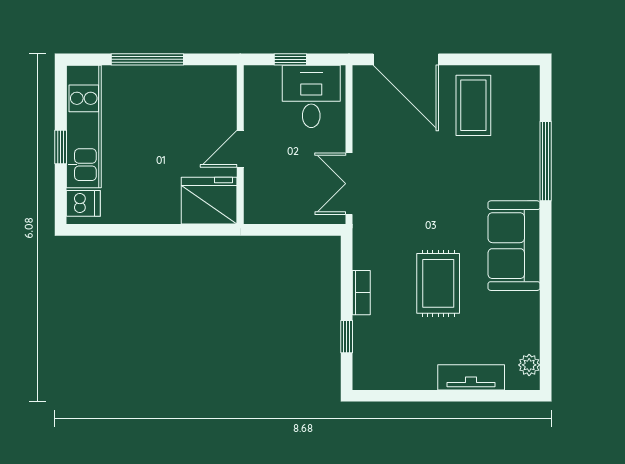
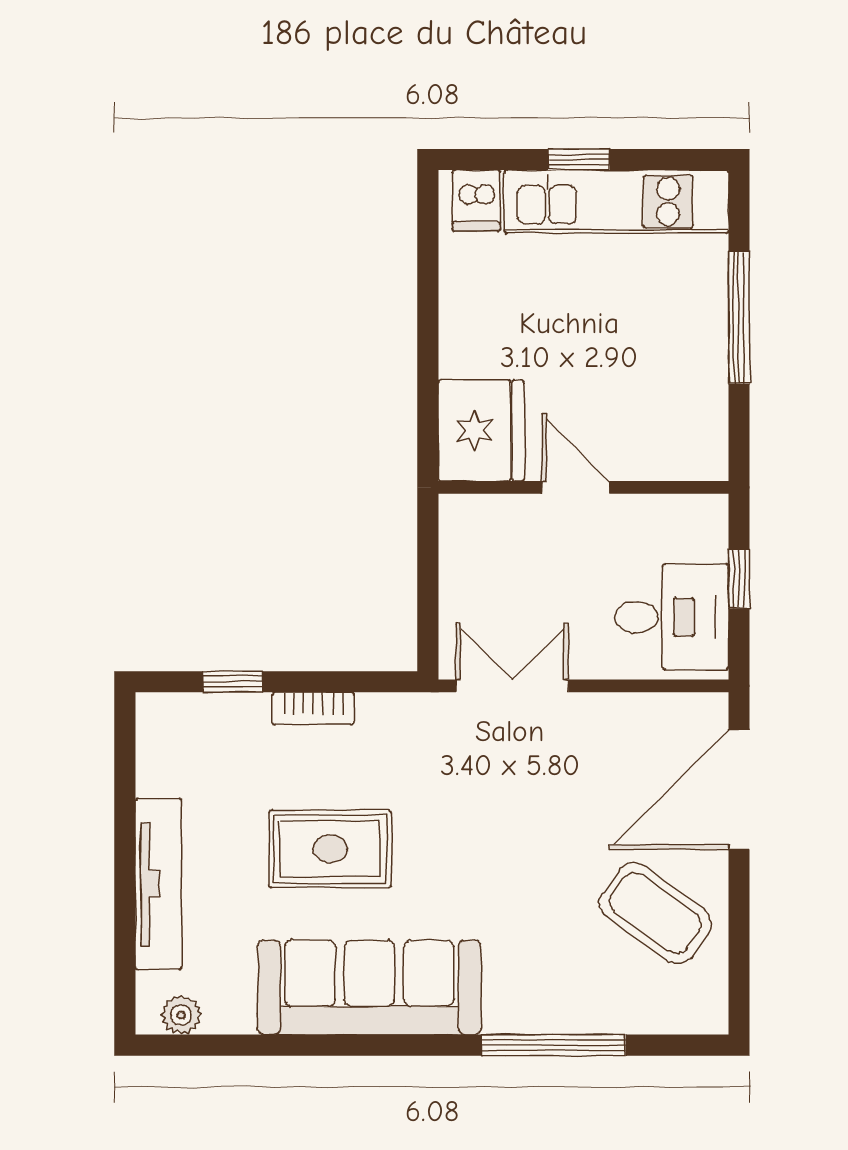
coffee table: (473, 105) -> (655, 913), turned 36
sofa: (514, 246) -> (369, 987), width x1.36
tv unit: (471, 377) -> (159, 884), width x1.41

